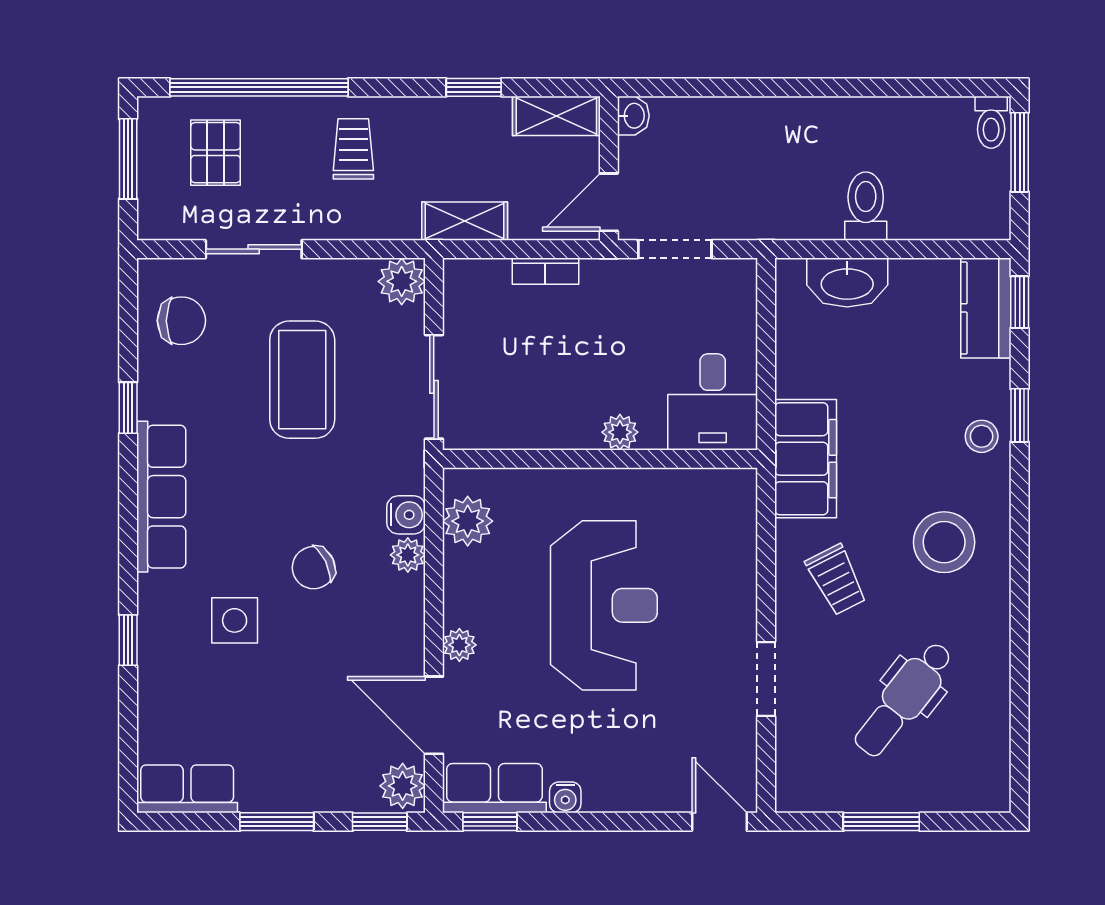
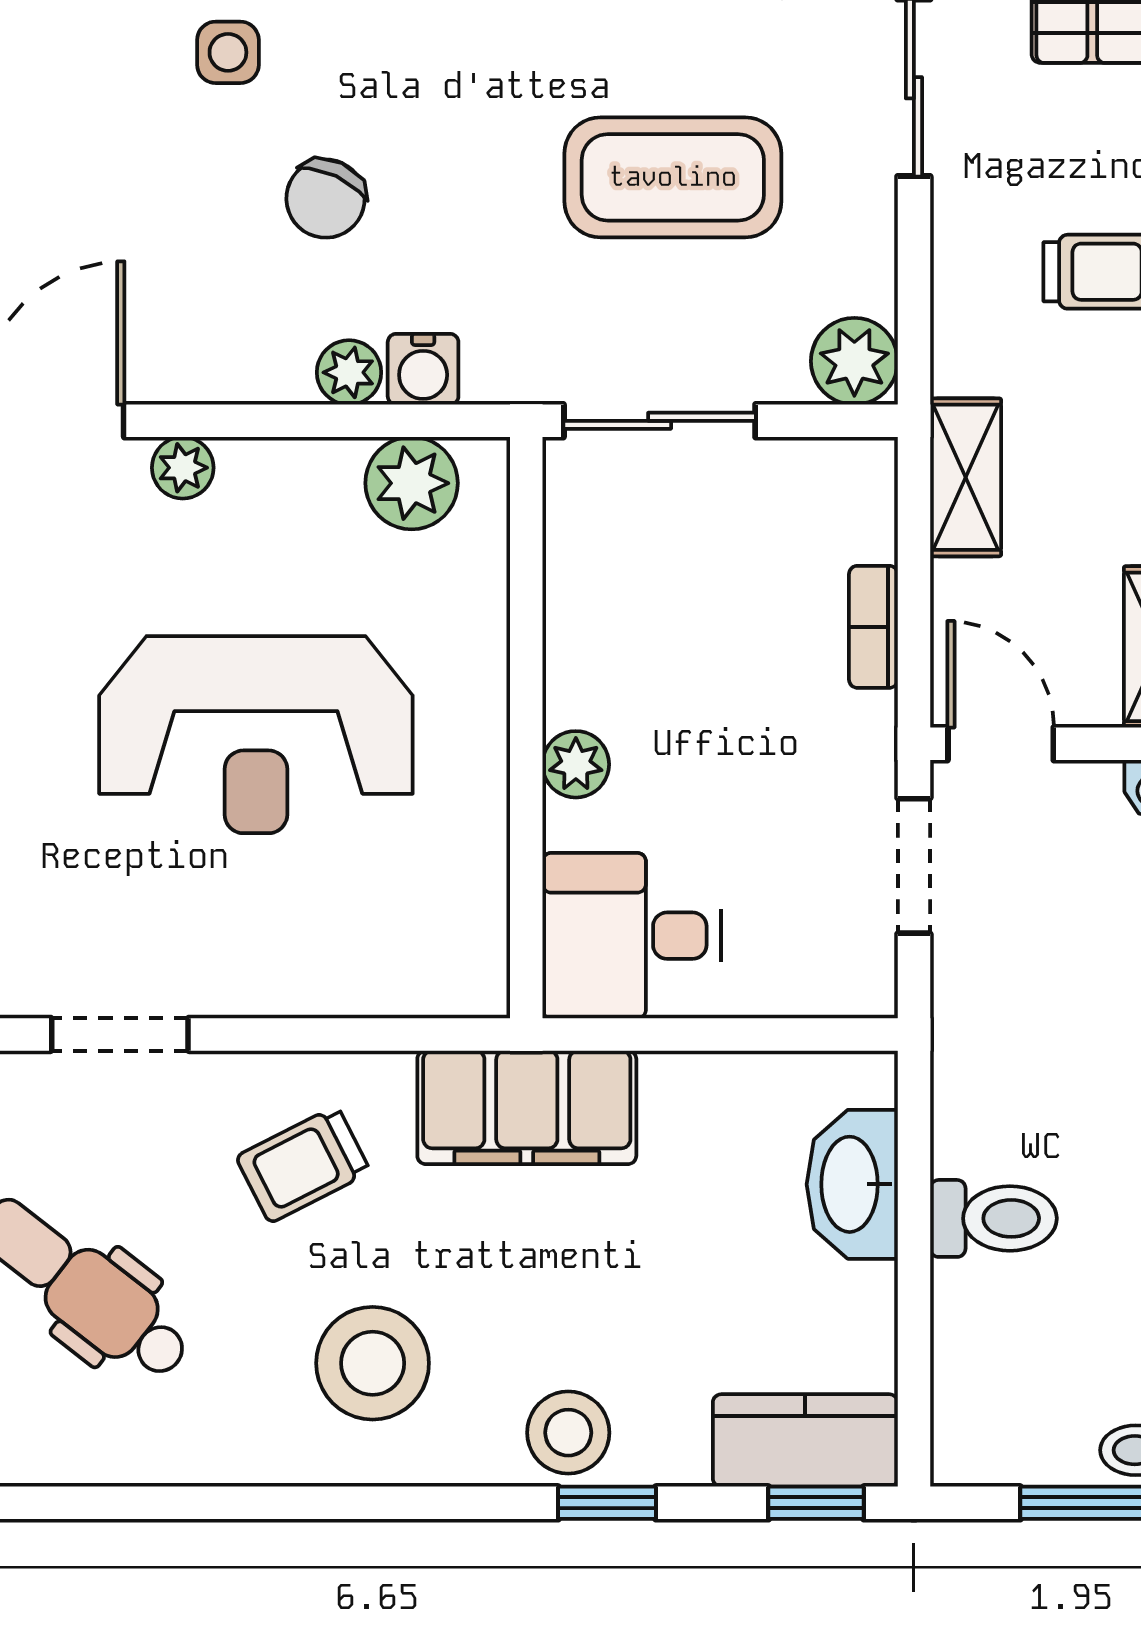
stool: (982, 436) -> (568, 1433), width x1.37, depth x1.37
chair: (314, 568) -> (326, 199), turned -129
side table: (235, 620) -> (228, 52), width x0.73, depth x0.73

